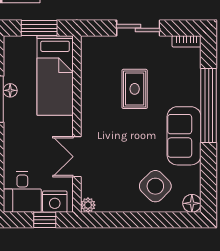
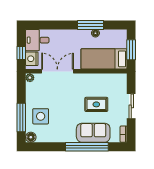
sofa: (184, 136) -> (93, 133), moved
double door: (77, 157) -> (57, 71), width x1.37
side table: (155, 186) -> (41, 116), turned 45
window: (158, 220) -> (21, 118), added

